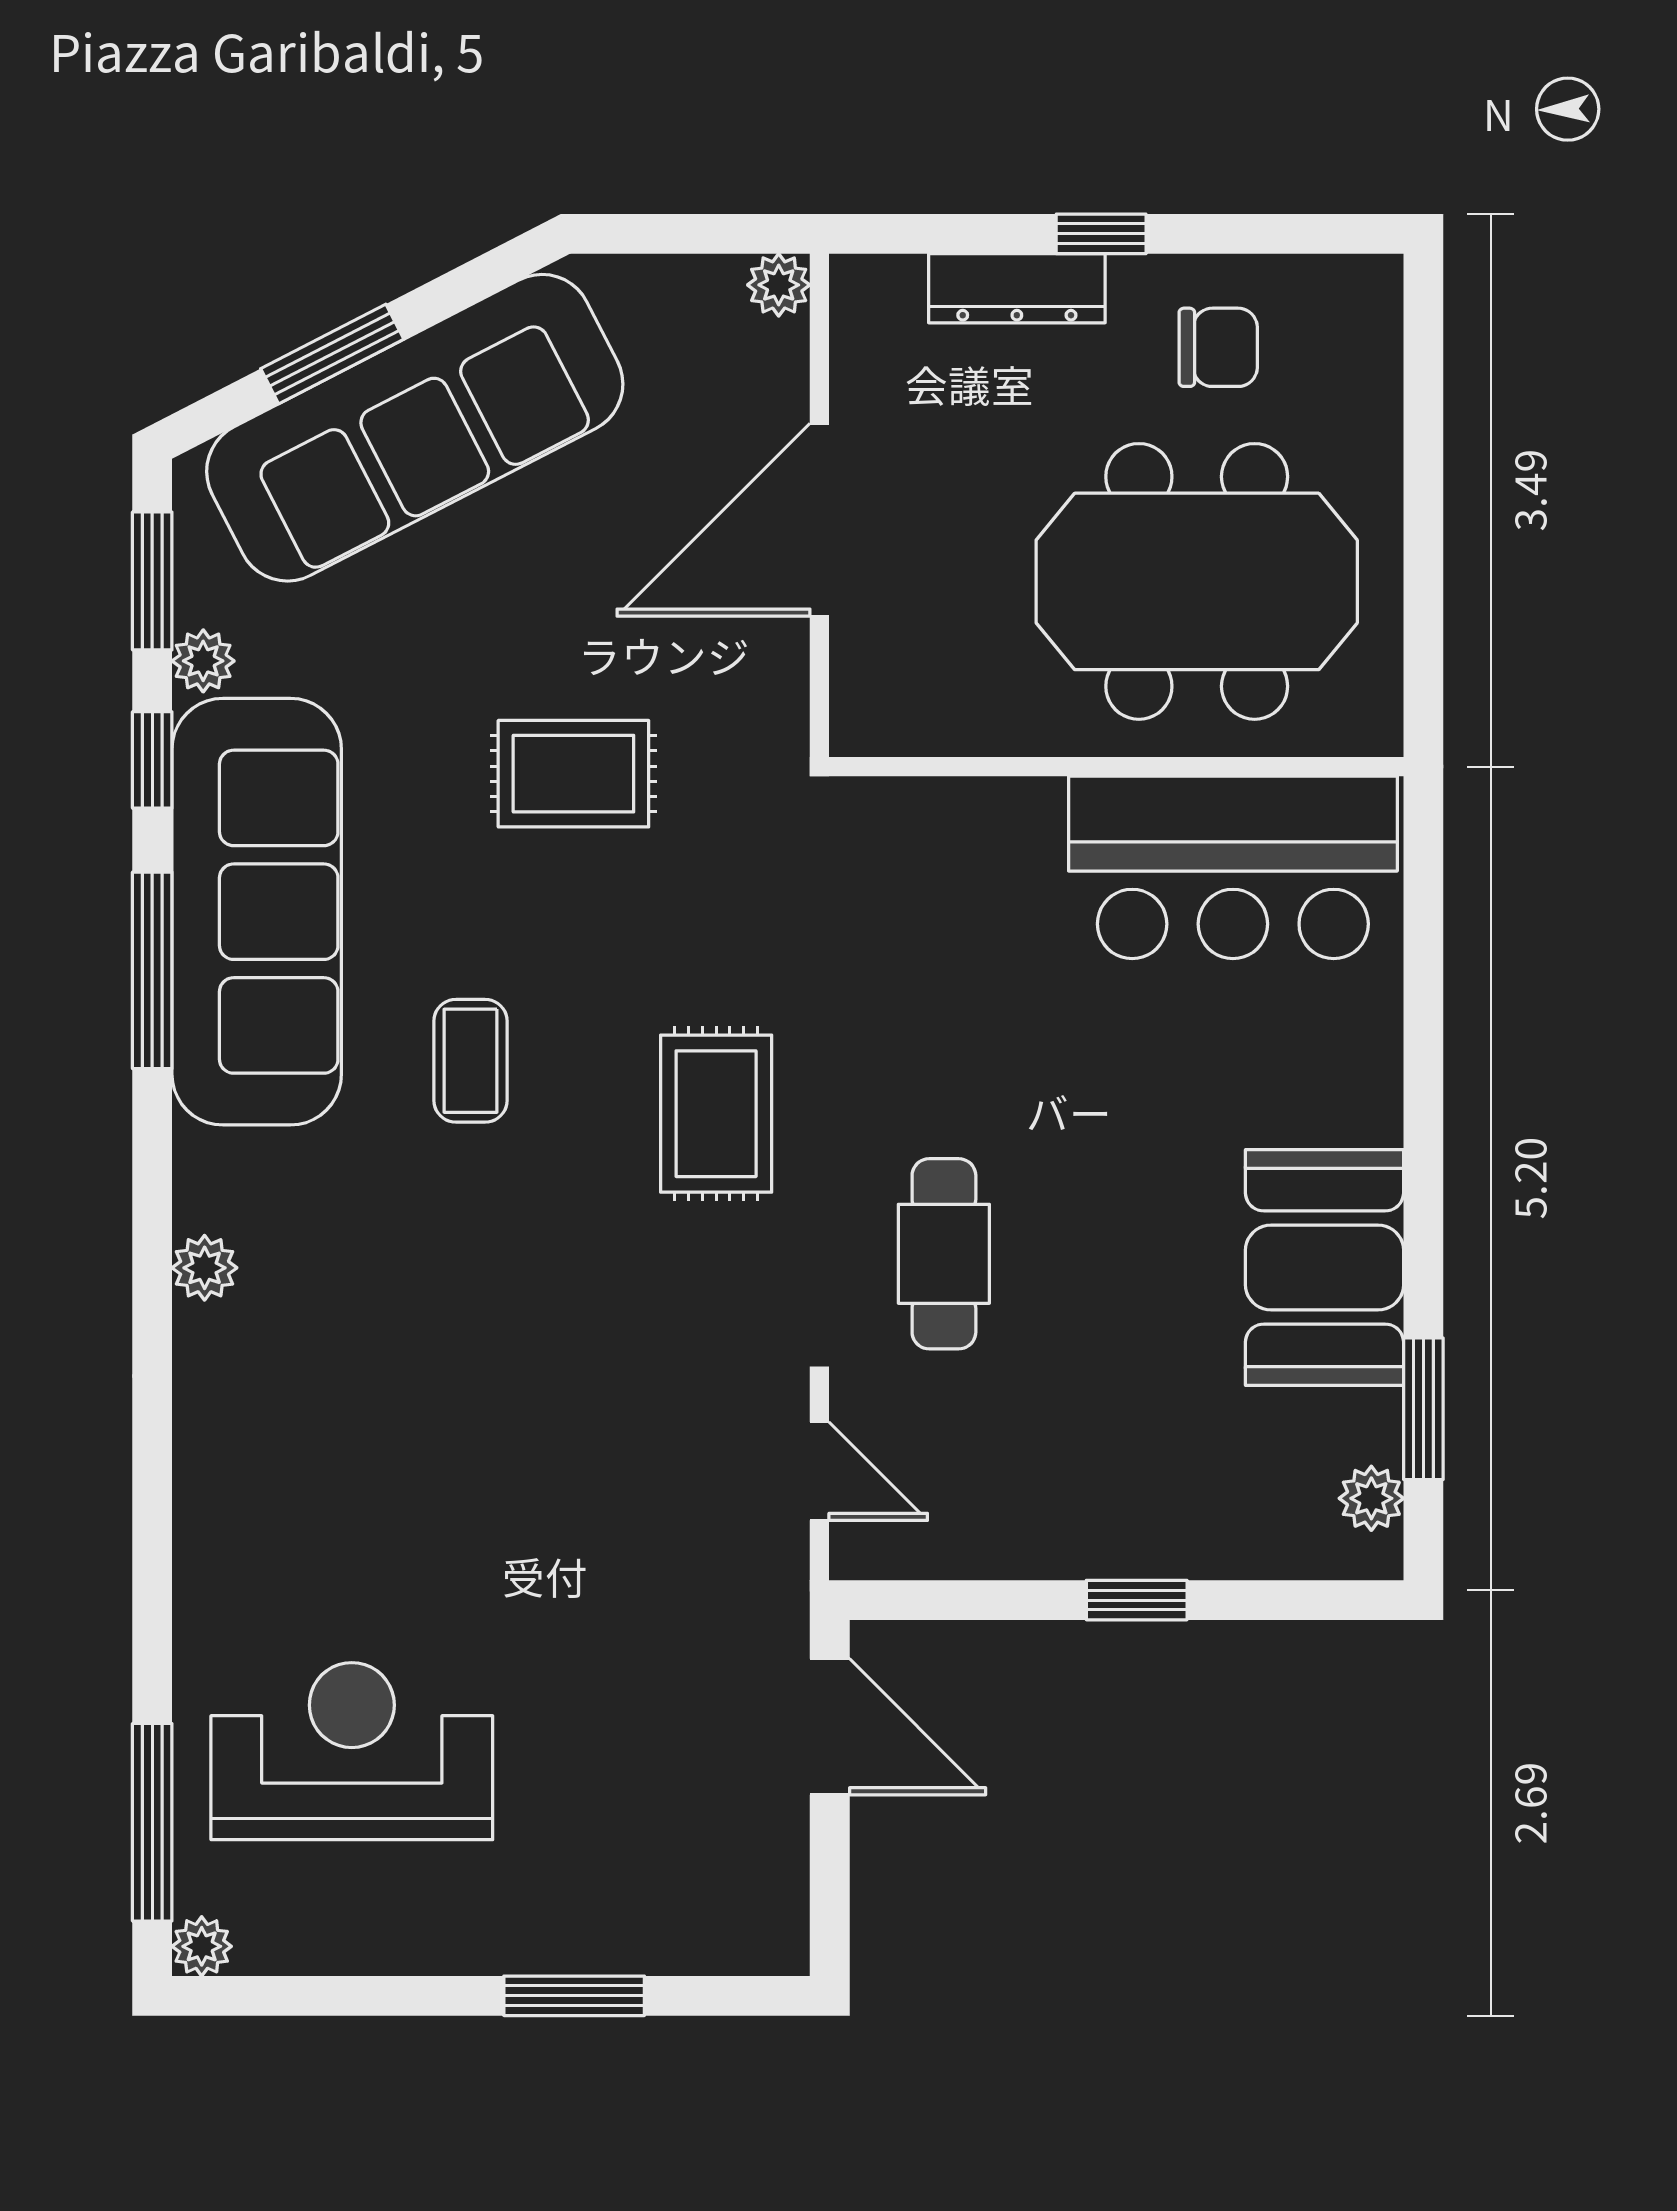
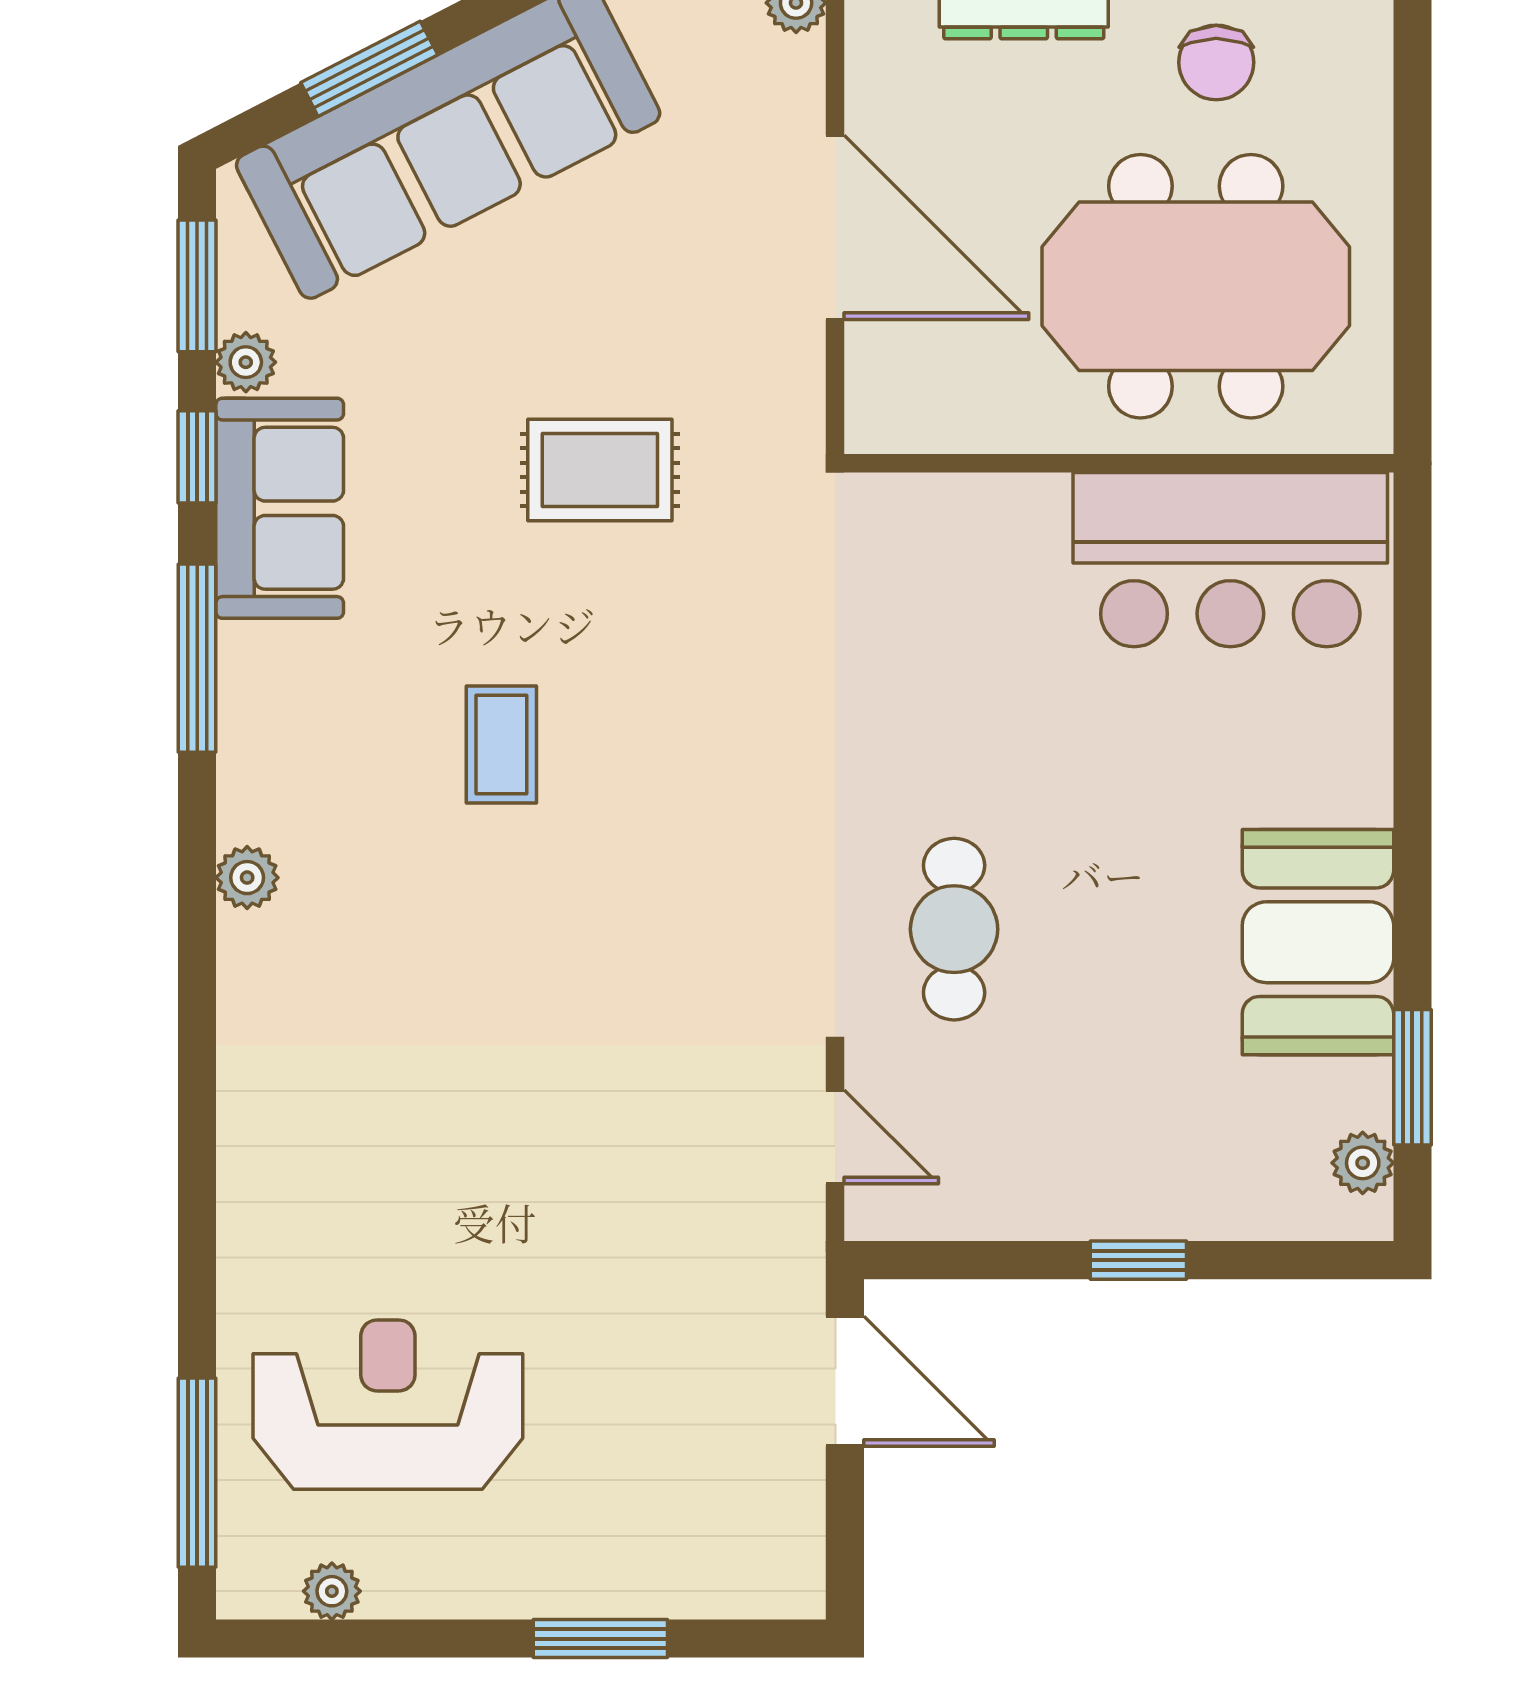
chair: (1218, 347) -> (1216, 62), turned 90
door: (819, 520) -> (835, 227), swing flipped
sofa: (257, 912) -> (280, 508), width x0.54, depth x0.79
rug: (716, 1114) -> (736, 795), removed
plant: (205, 1268) -> (247, 878), moved
plant: (202, 1946) -> (332, 1591), moved

